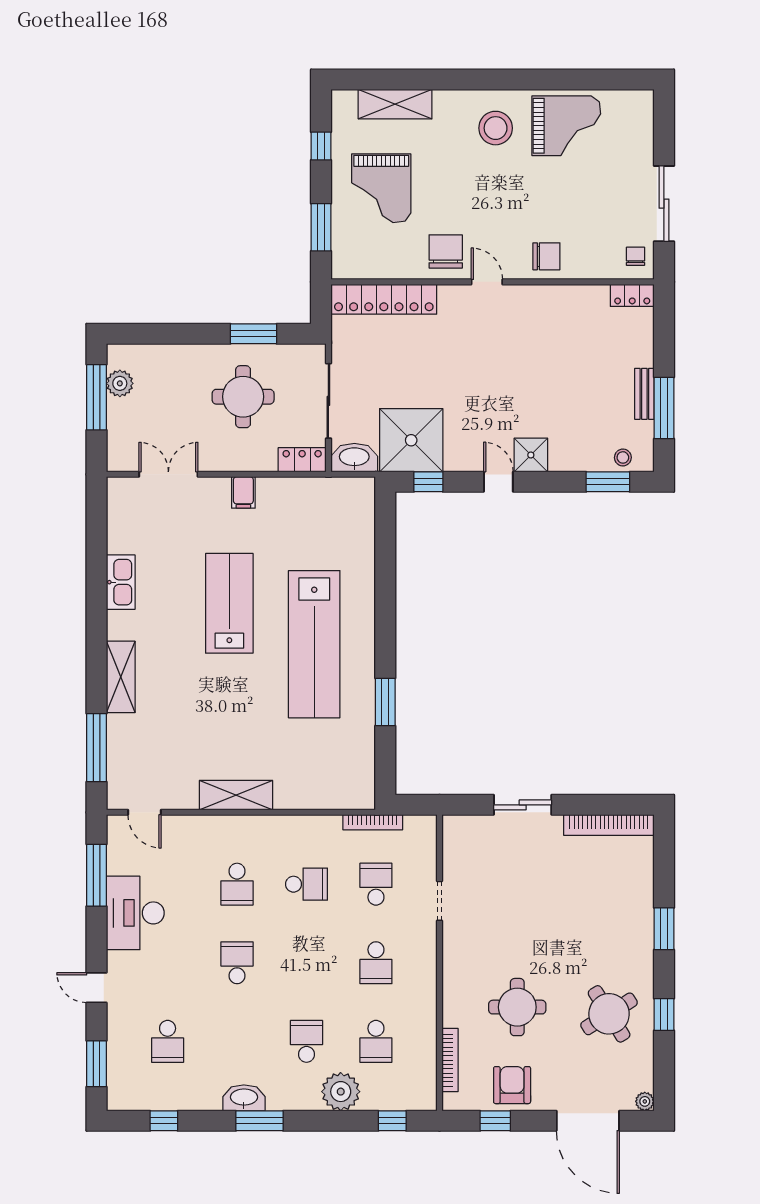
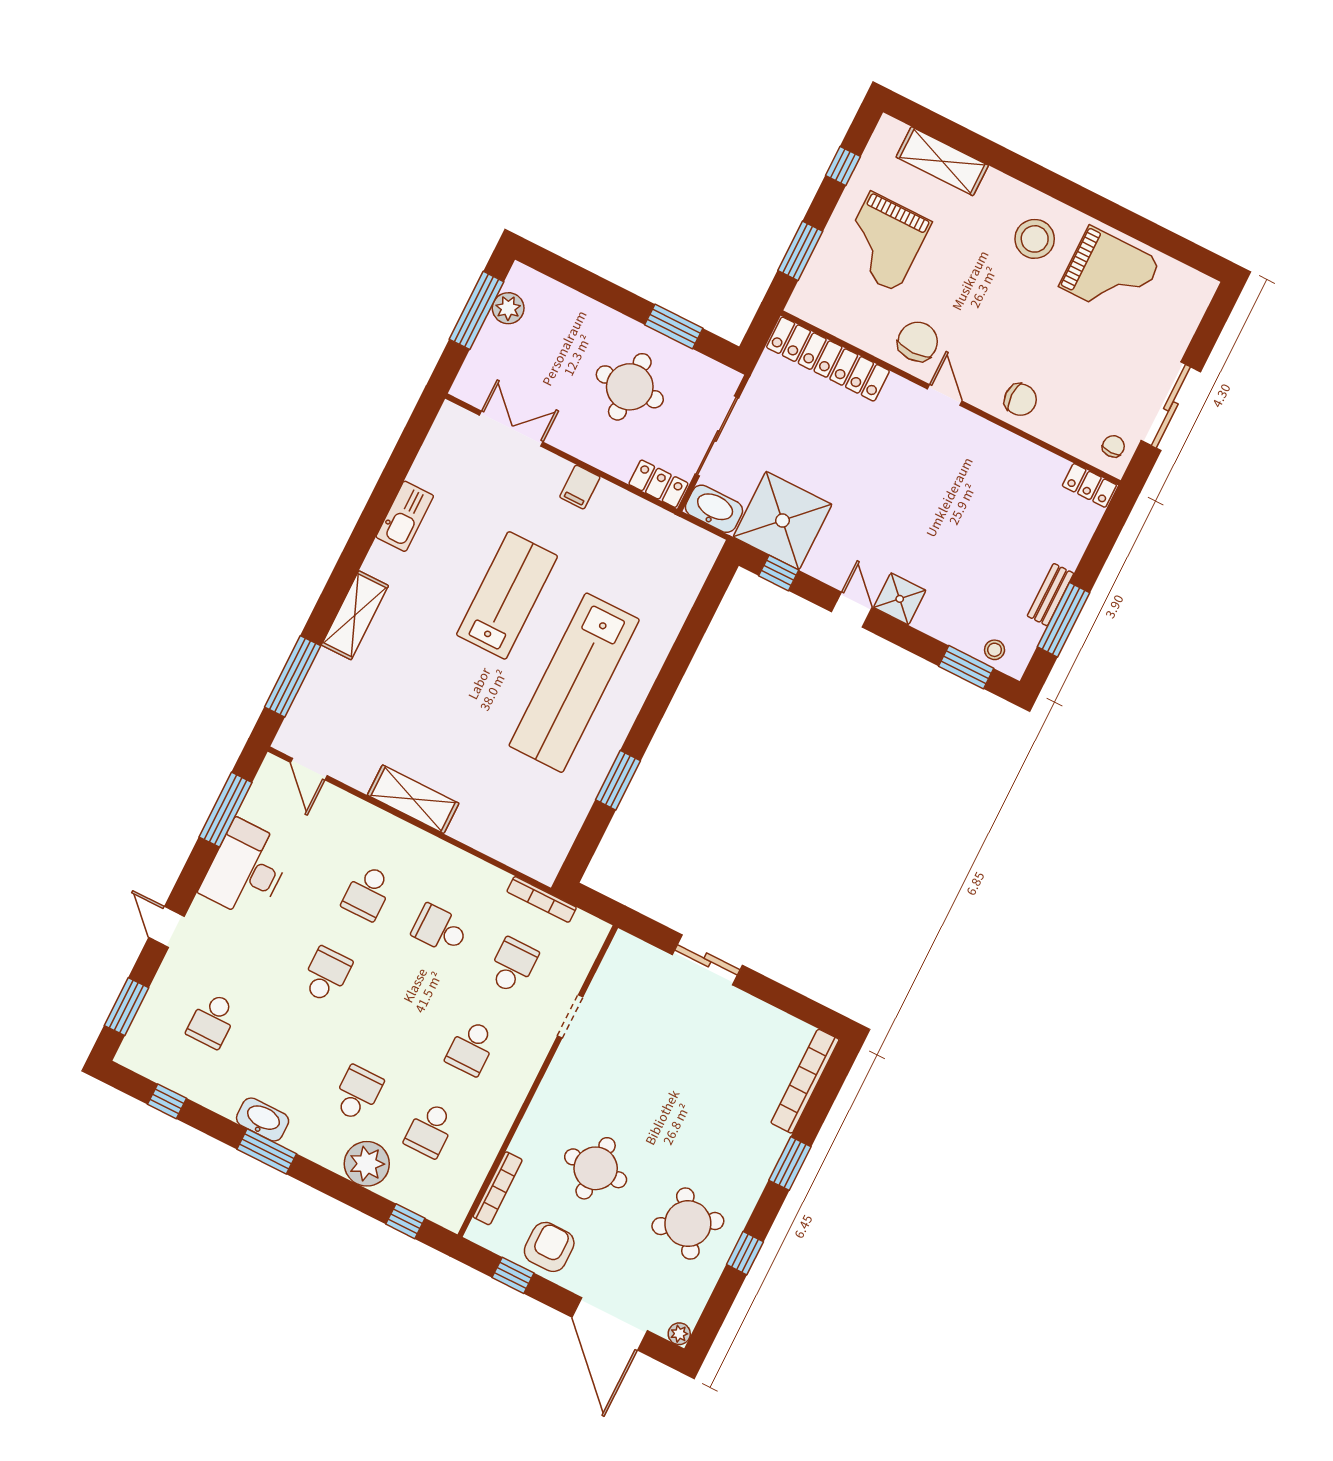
bookcase: (609, 825) -> (805, 1081), moved, turned 90
school desk: (306, 884) -> (440, 929), turned 180

